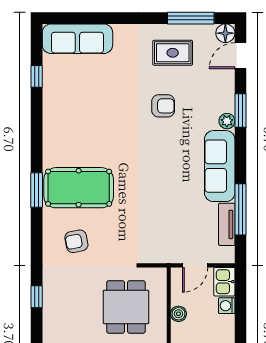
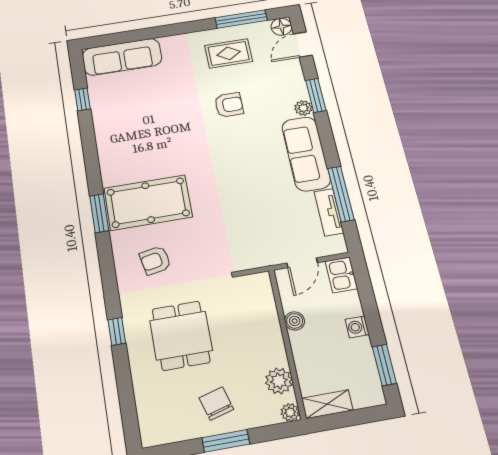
washing machine: (227, 306) -> (357, 327), moved
dining table: (126, 307) -> (181, 336), moved

